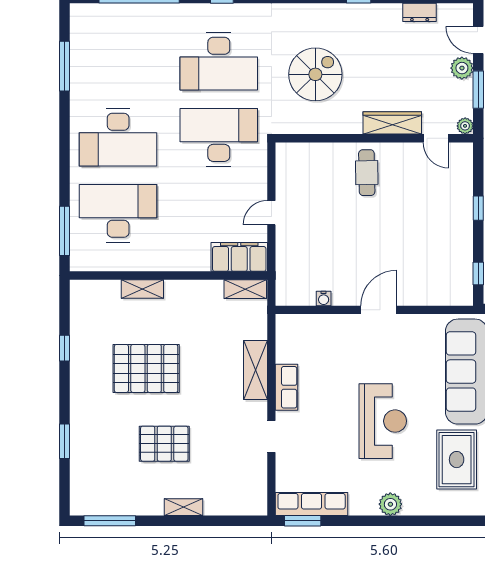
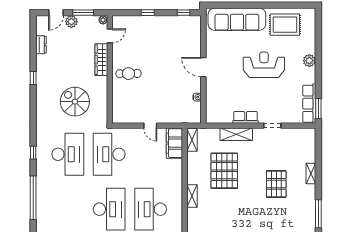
pallet: (146, 368) -> (224, 171), moved

